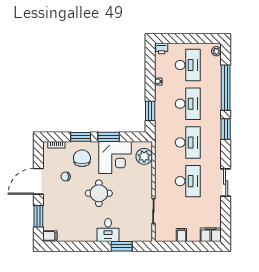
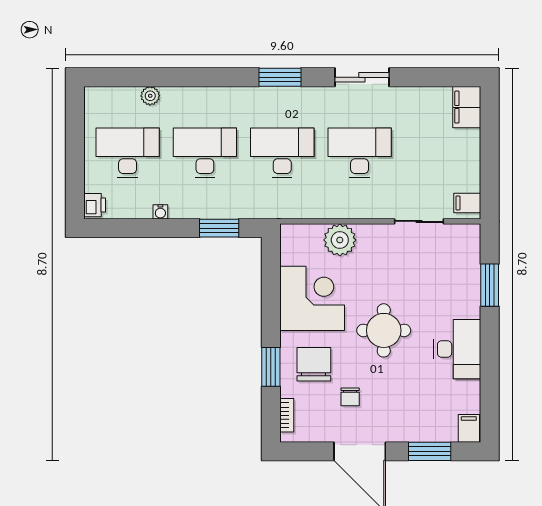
plant: (216, 51) -> (150, 96), moved
window: (226, 88) -> (173, 77), removed
window: (226, 129) -> (280, 77), moved
window: (109, 137) -> (271, 311), removed
plant: (144, 156) -> (340, 240), moved
chair: (82, 158) -> (314, 364), turned 90
desk: (108, 230) -> (457, 349), moved, width x1.37
filing cabinet: (181, 235) -> (467, 203), moved

